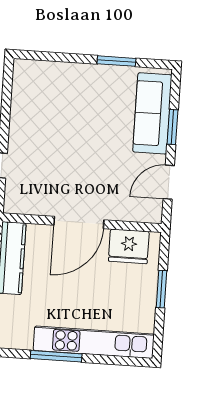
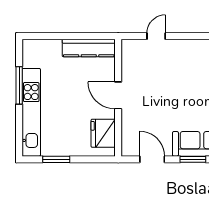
door: (79, 222) -> (118, 95), width x0.73
window: (161, 289) -> (56, 159), moved

